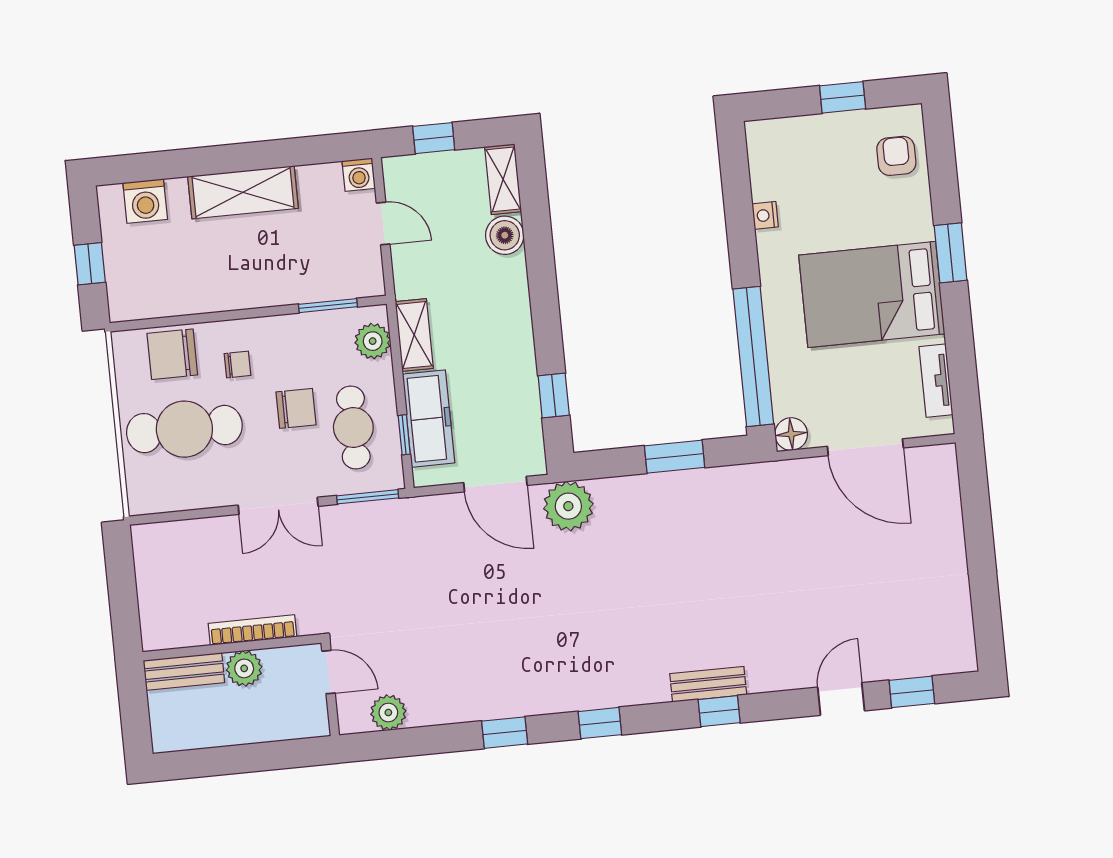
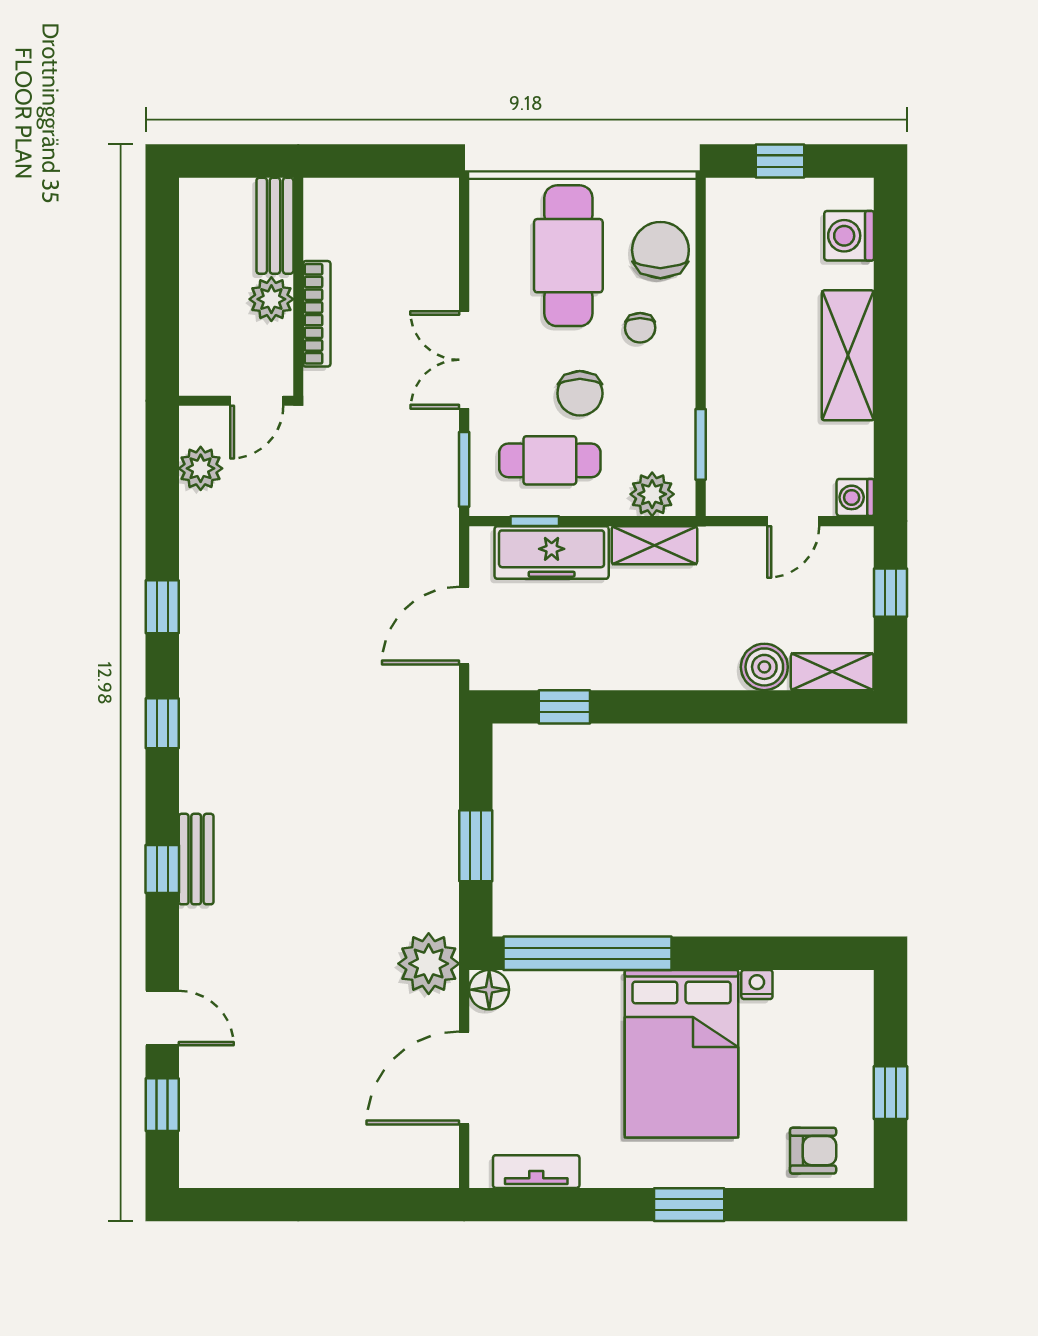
bed: (872, 294) -> (681, 1054), moved, turned 180
plant: (568, 506) -> (429, 964), moved

